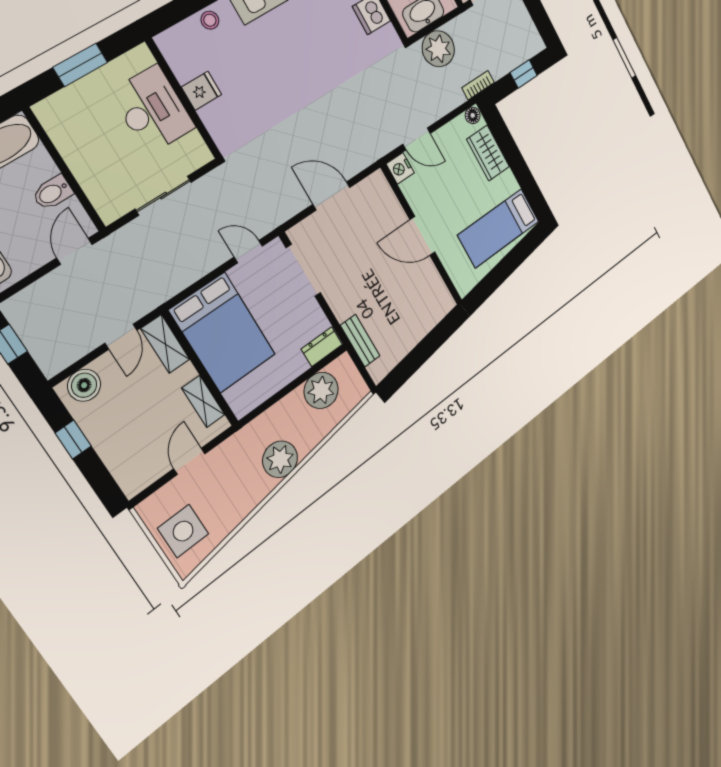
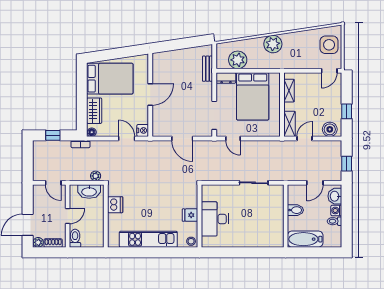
plant: (438, 49) -> (96, 176), width x0.53, depth x0.53
window: (80, 65) -> (255, 252), removed
fridge: (202, 91) -> (190, 215), moved
wall: (184, 99) -> (199, 216), moved
desk: (153, 110) -> (215, 219), moved
bed: (499, 228) -> (110, 79), width x1.50
door: (422, 236) -> (150, 94), hinge flipped
door: (75, 251) -> (315, 183), moved
bed: (223, 332) -> (253, 96), moved, turned 180
door: (189, 461) -> (329, 71), moved

